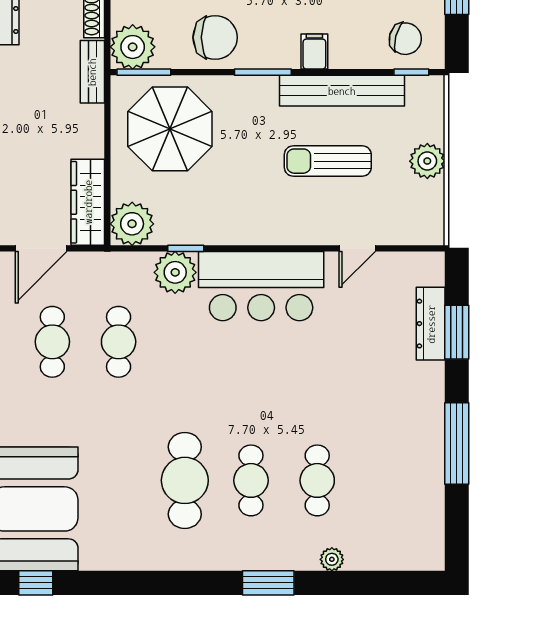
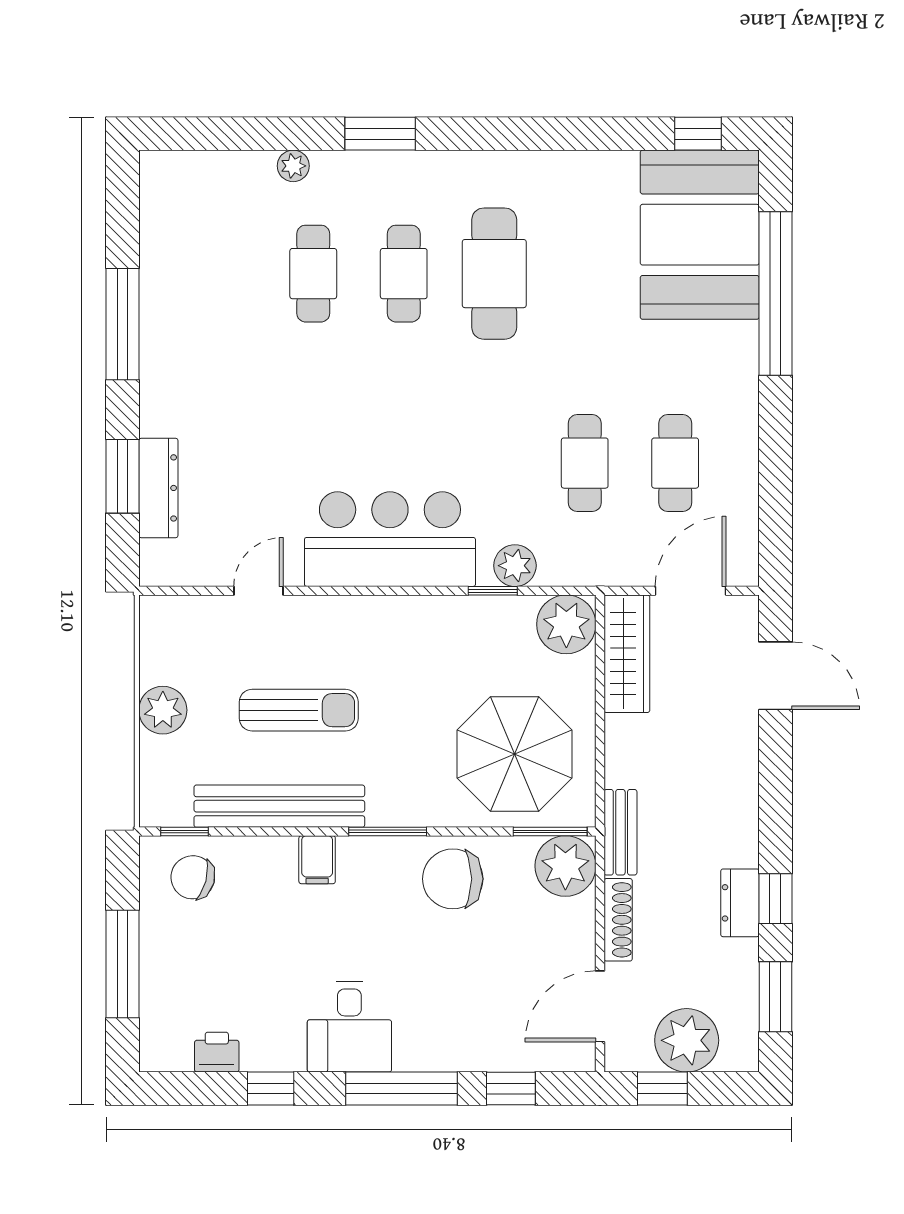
plant: (175, 272) -> (515, 566), width x0.73, depth x0.73

